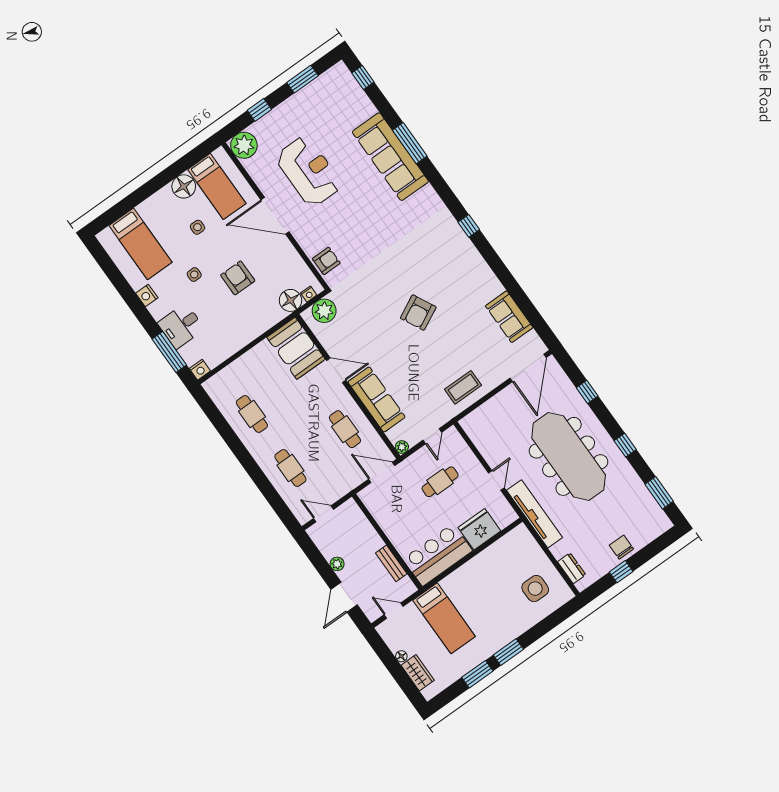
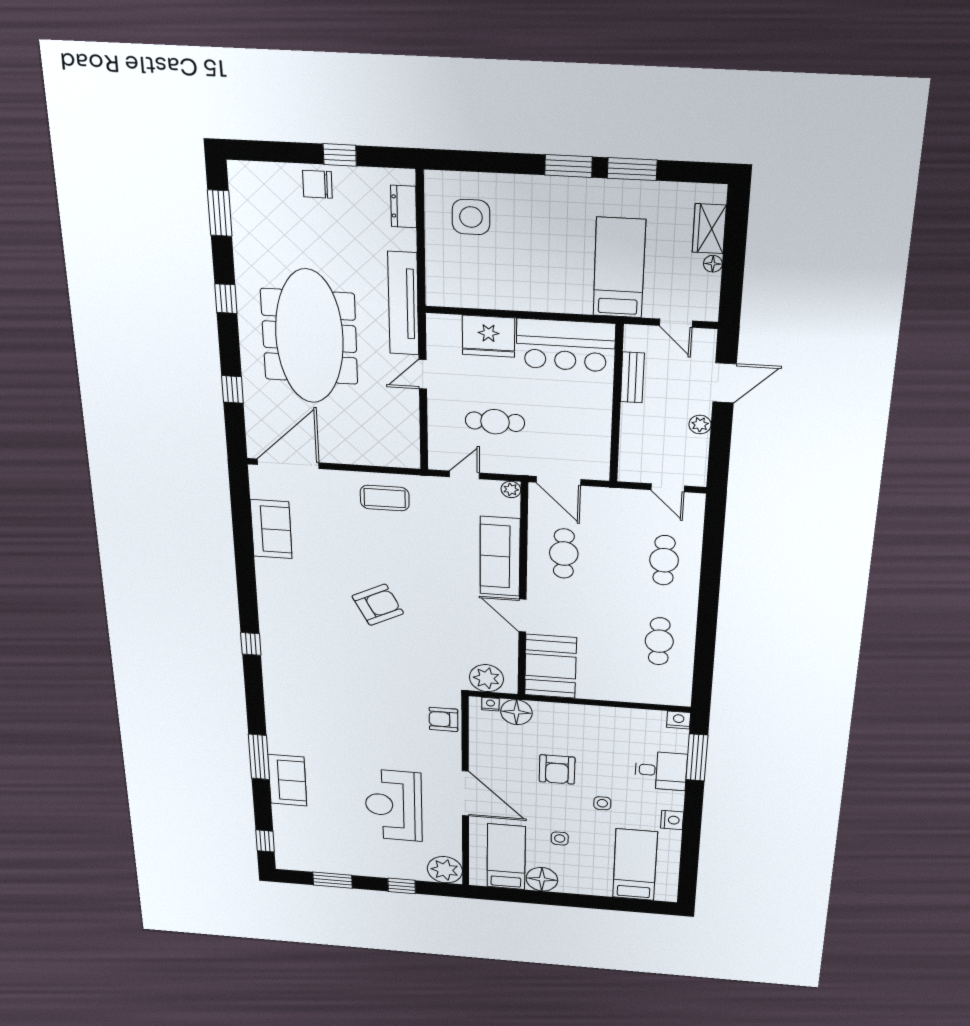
sofa: (390, 157) -> (287, 780), width x0.54, depth x0.79
chair: (621, 547) -> (317, 184), turned 90

